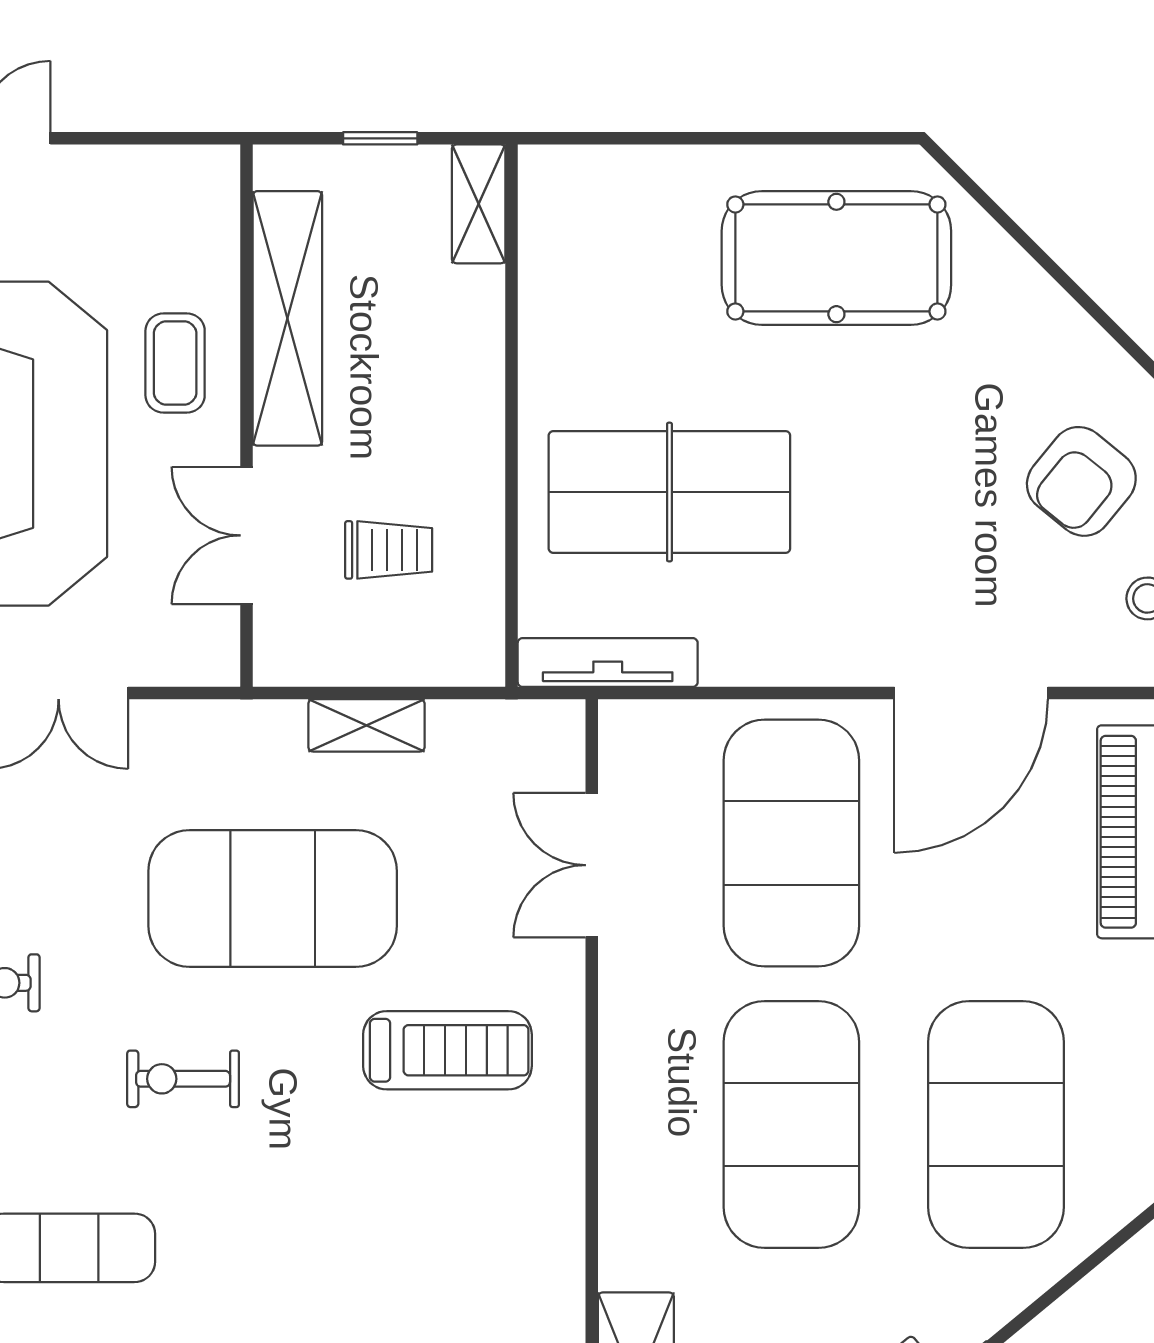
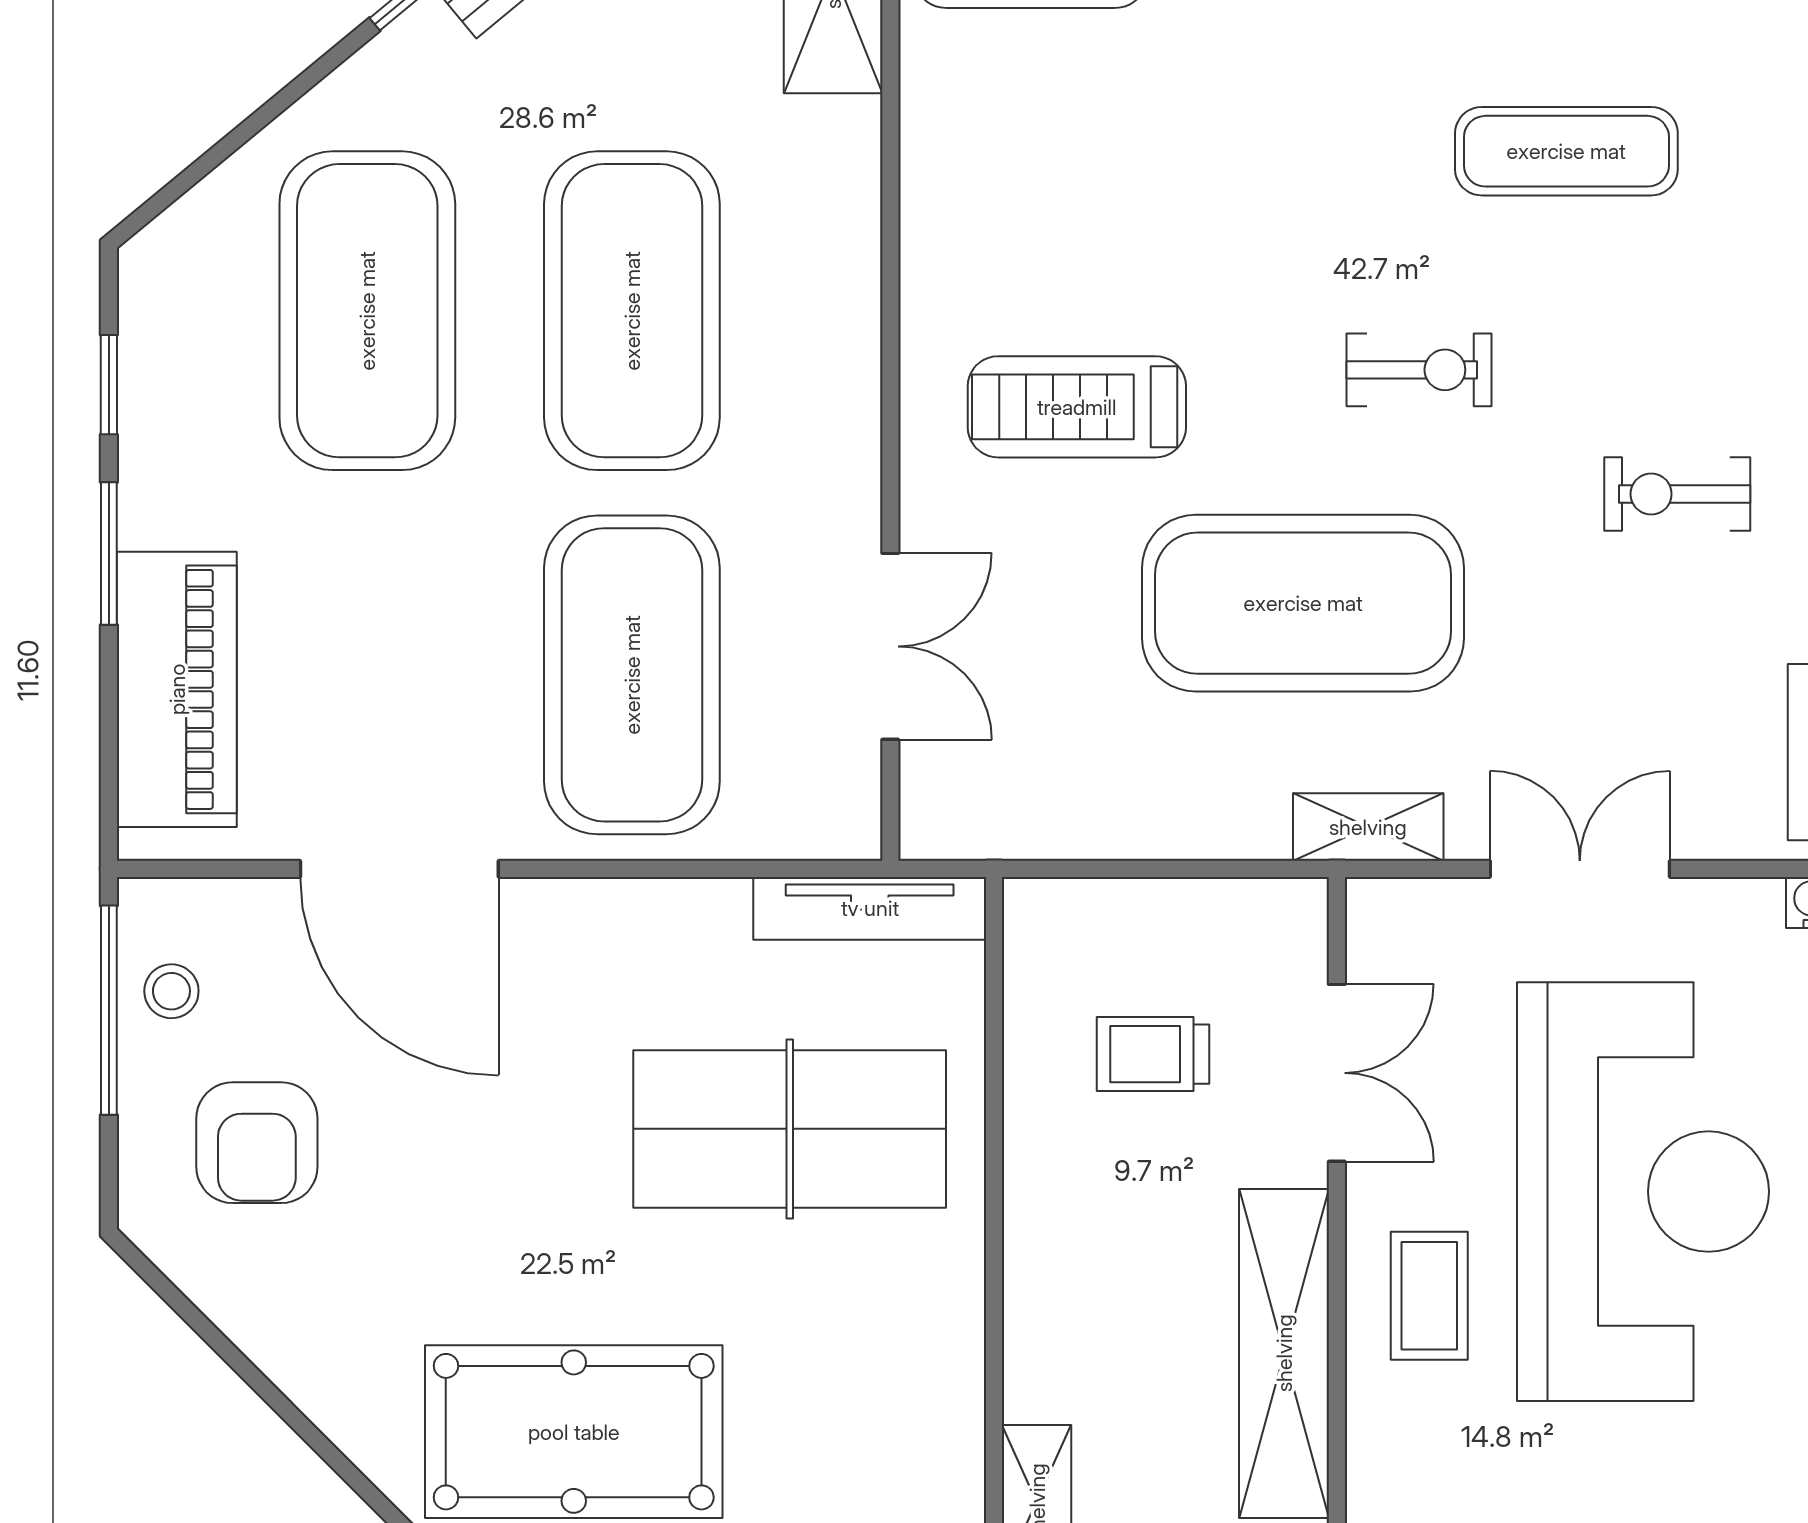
armchair: (1081, 481) -> (257, 1143), turned 141
door: (971, 693) -> (399, 869), swing flipped
shelving: (366, 725) -> (1368, 827), moved

